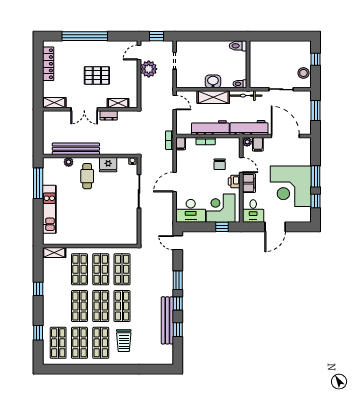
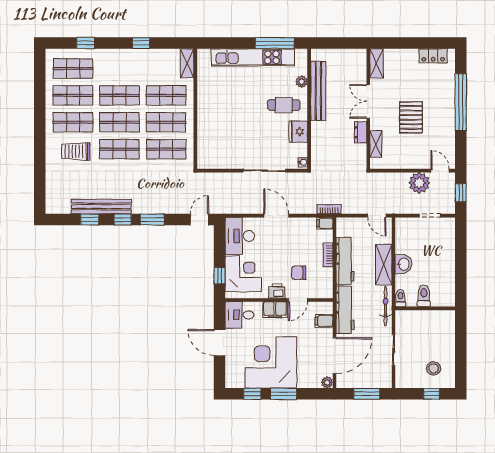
toilet: (238, 46) -> (424, 296), moved
locker: (48, 64) -> (433, 56), width x0.66
stool: (303, 73) -> (434, 368), moved
door: (175, 102) -> (377, 216), hinge flipped
plant: (247, 142) -> (327, 382), moved
kitchen unit: (49, 209) -> (253, 57), width x1.36

